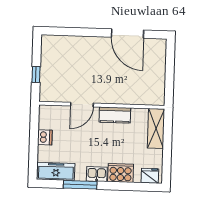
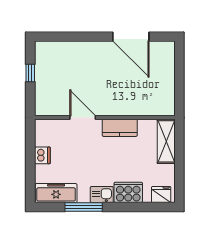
window: (36, 74) -> (30, 73), moved
door: (82, 105) -> (83, 118), swing flipped

